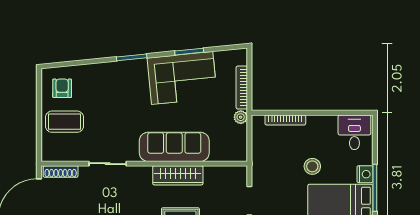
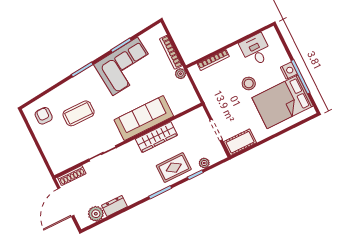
coffee table: (65, 122) -> (79, 113), moved
desk: (354, 132) -> (256, 50), moved

